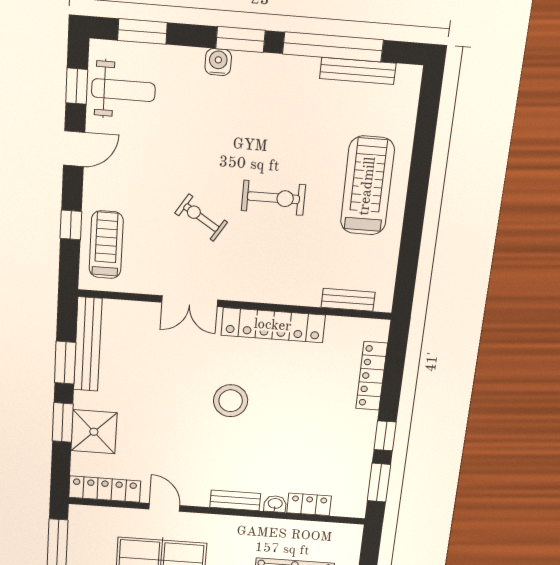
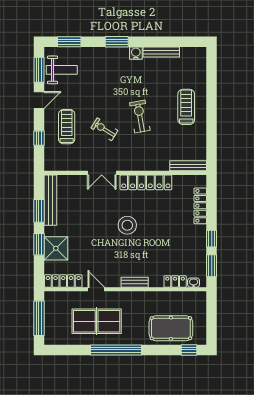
window: (333, 47) -> (162, 42), removed
water cooler: (218, 62) -> (136, 53), moved
bench: (358, 71) -> (161, 52), moved
window: (77, 86) -> (39, 70), width x1.50
treadmill: (367, 186) -> (186, 107), width x0.73, depth x0.73
exercise bike: (273, 198) -> (140, 117), turned -100
treadmill: (106, 245) -> (67, 127), moved
bench: (348, 300) -> (188, 166), width x1.36
washbasin: (275, 504) -> (194, 283), moved

